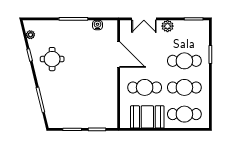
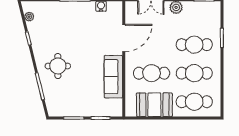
door: (119, 55) -> (124, 38), hinge flipped
round table: (52, 59) -> (58, 66), moved
sofa: (109, 91) -> (113, 77), added

